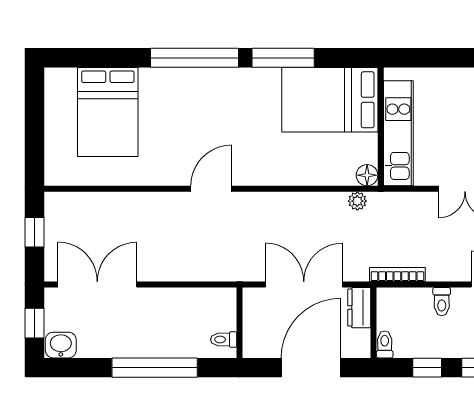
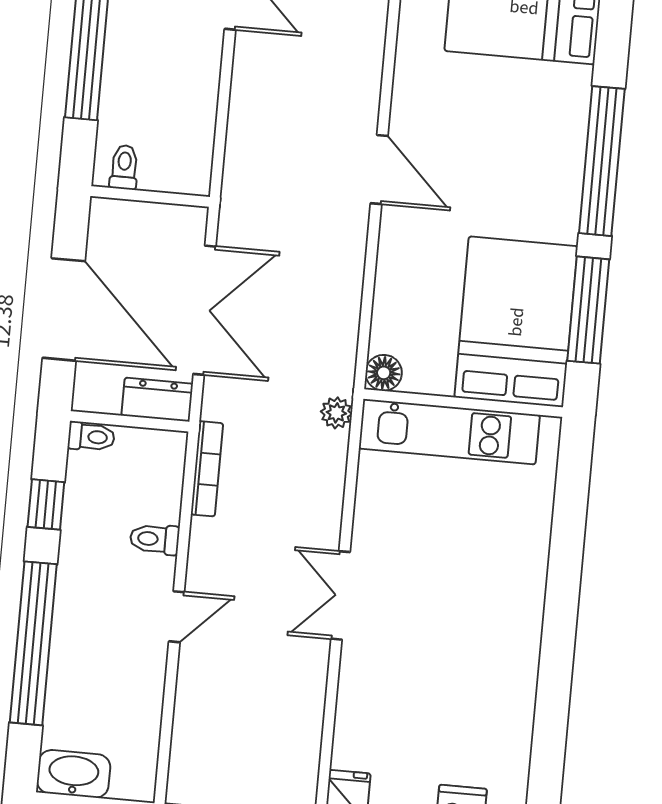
bed: (330, 100) -> (516, 322), moved
wall: (381, 127) -> (463, 403), moved
kitchen unit: (398, 133) -> (449, 432), moved
floor lamp: (367, 175) -> (384, 373), moved

